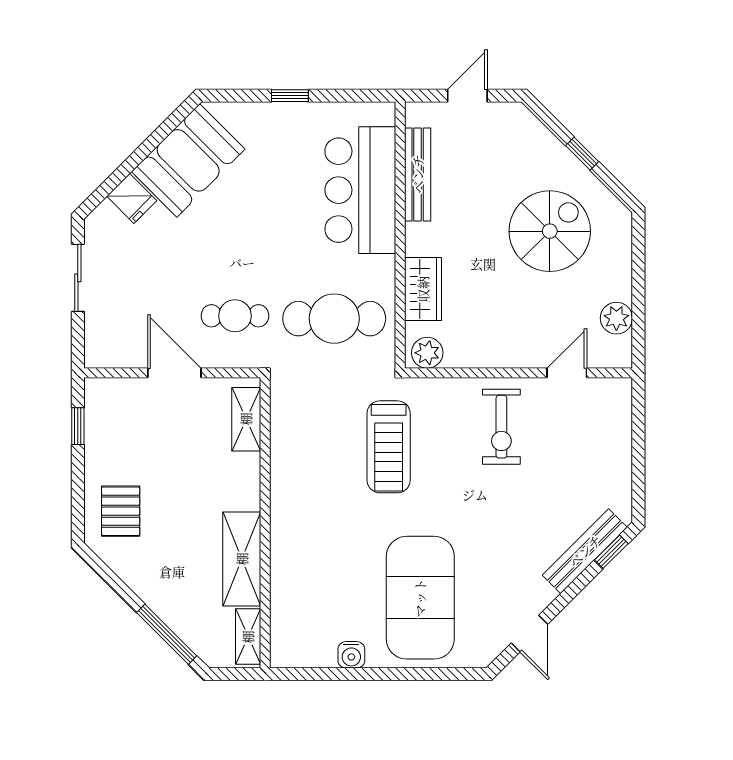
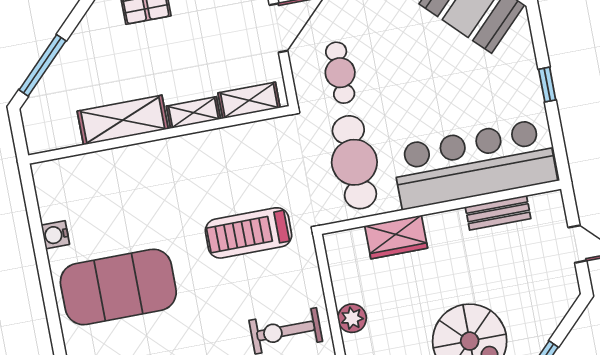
bench: (418, 174) -> (498, 213), width x0.73
bar counter: (360, 190) -> (474, 164), width x1.36
plant: (427, 353) -> (352, 318), moved
shelving: (248, 637) -> (193, 113), moved

